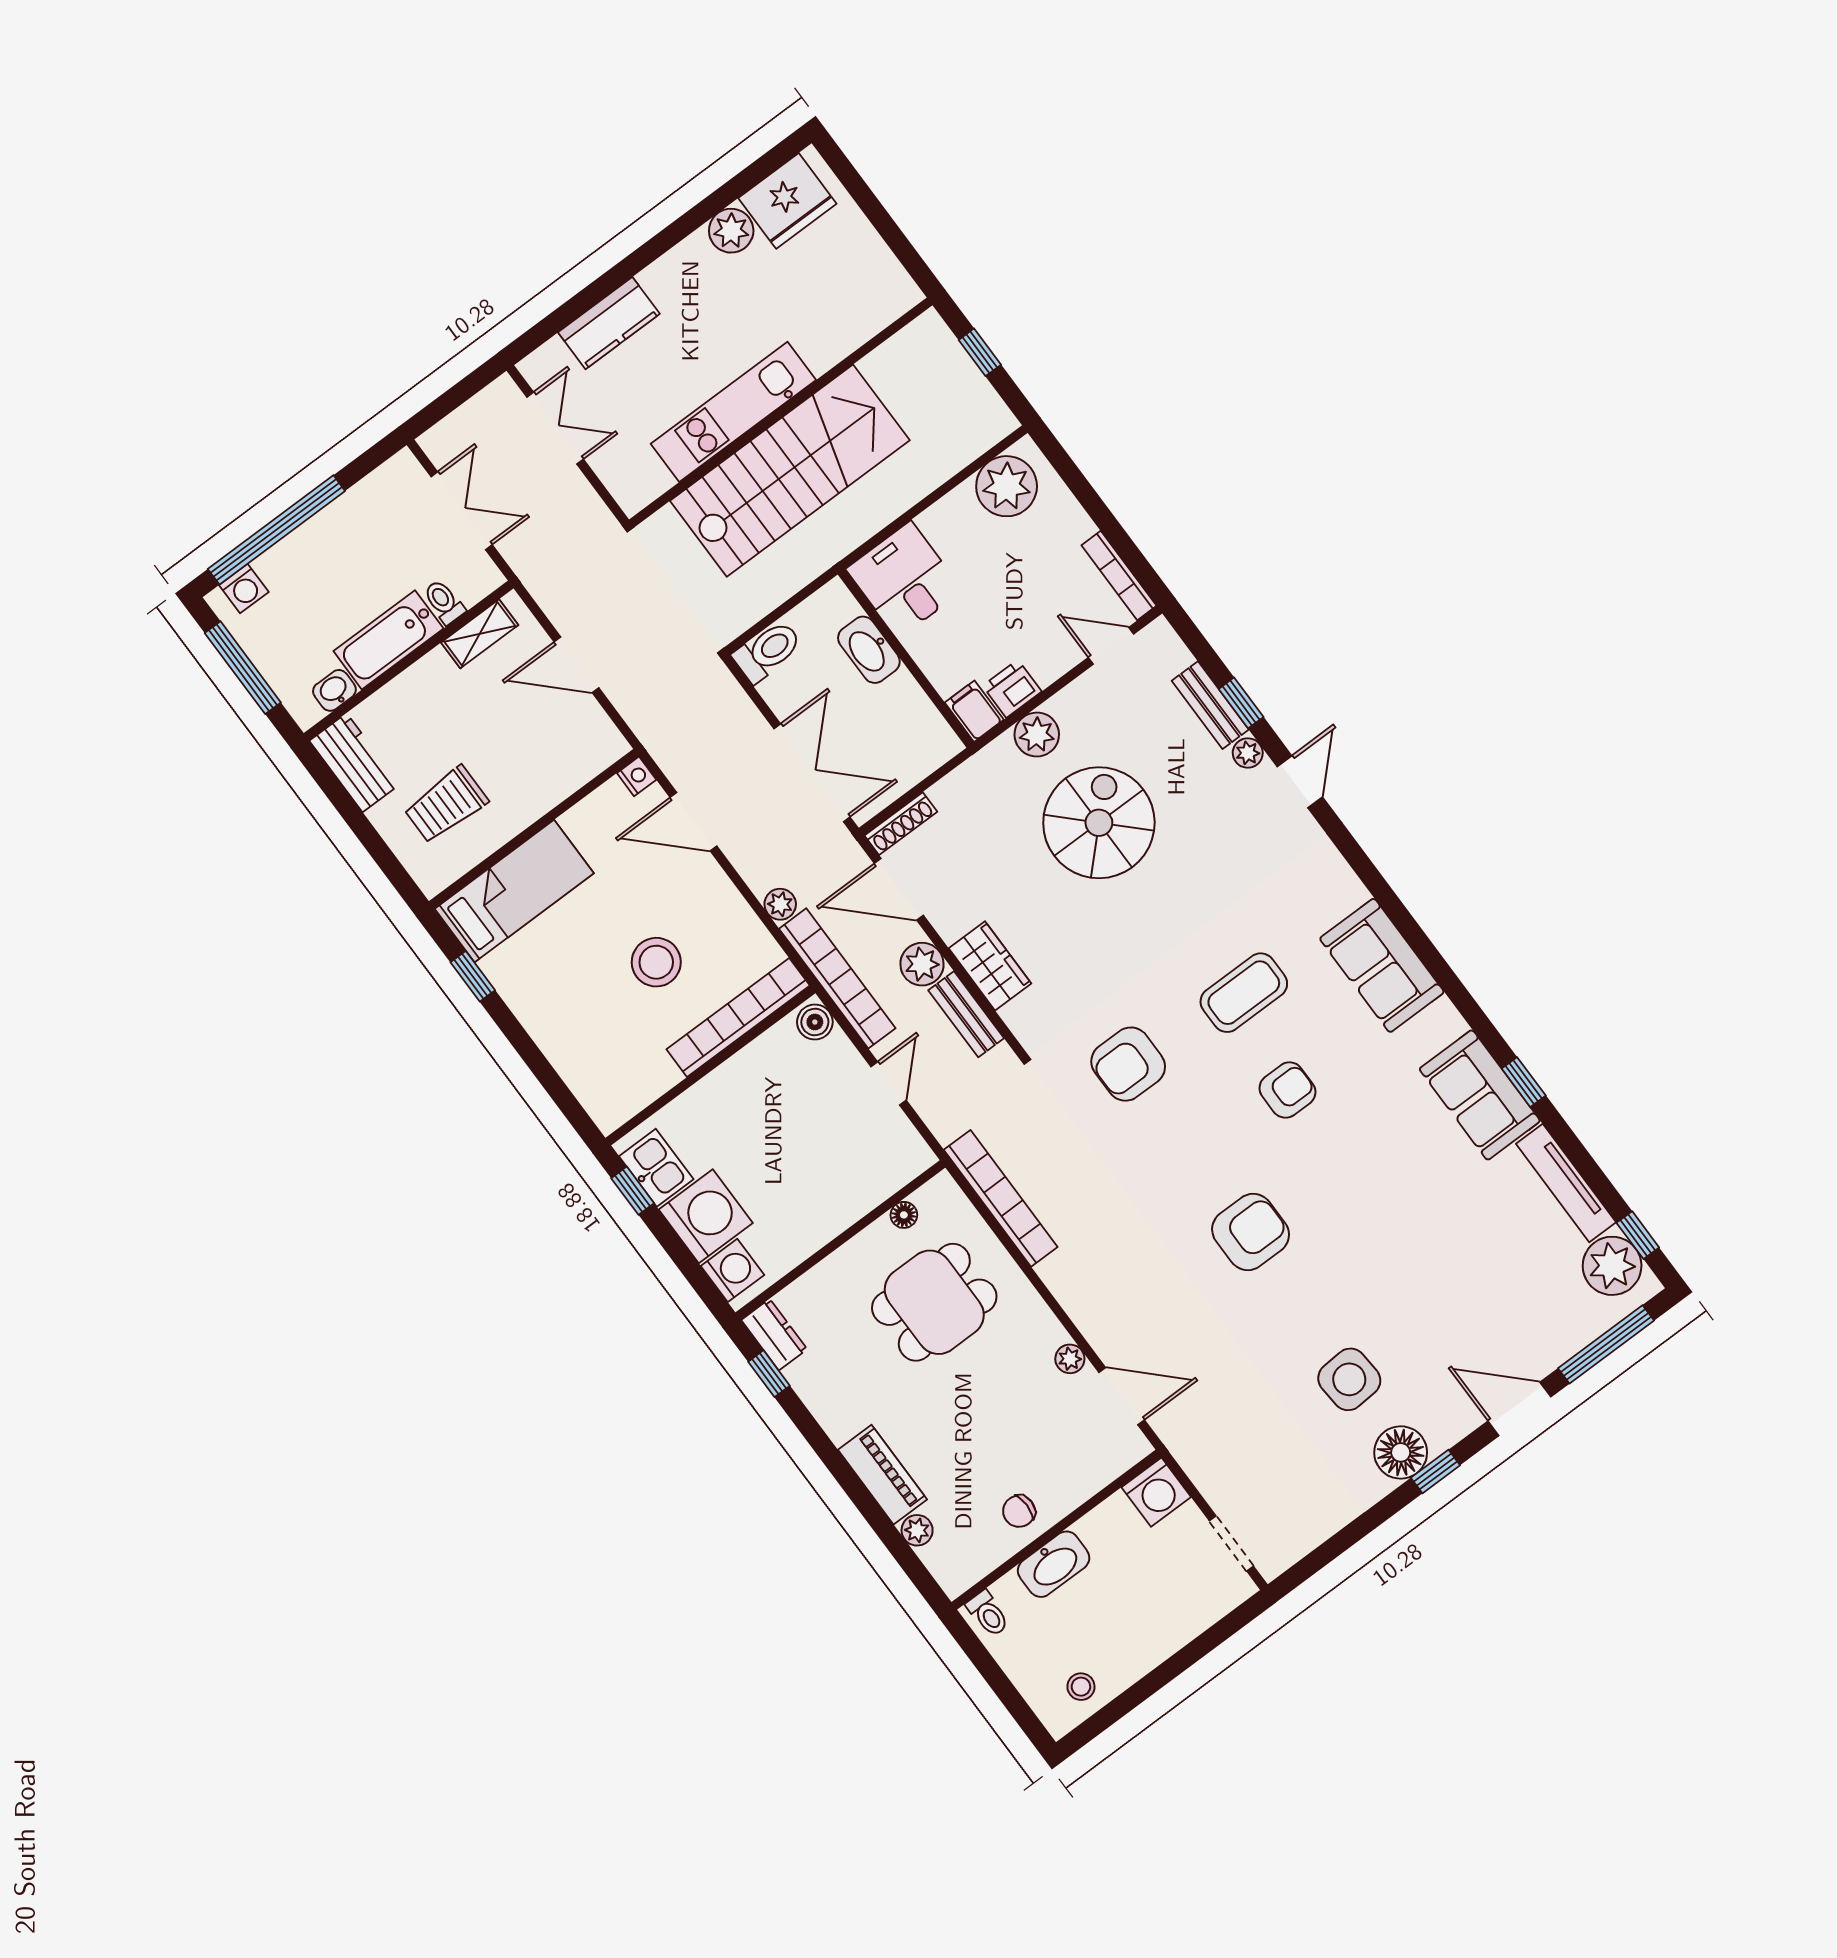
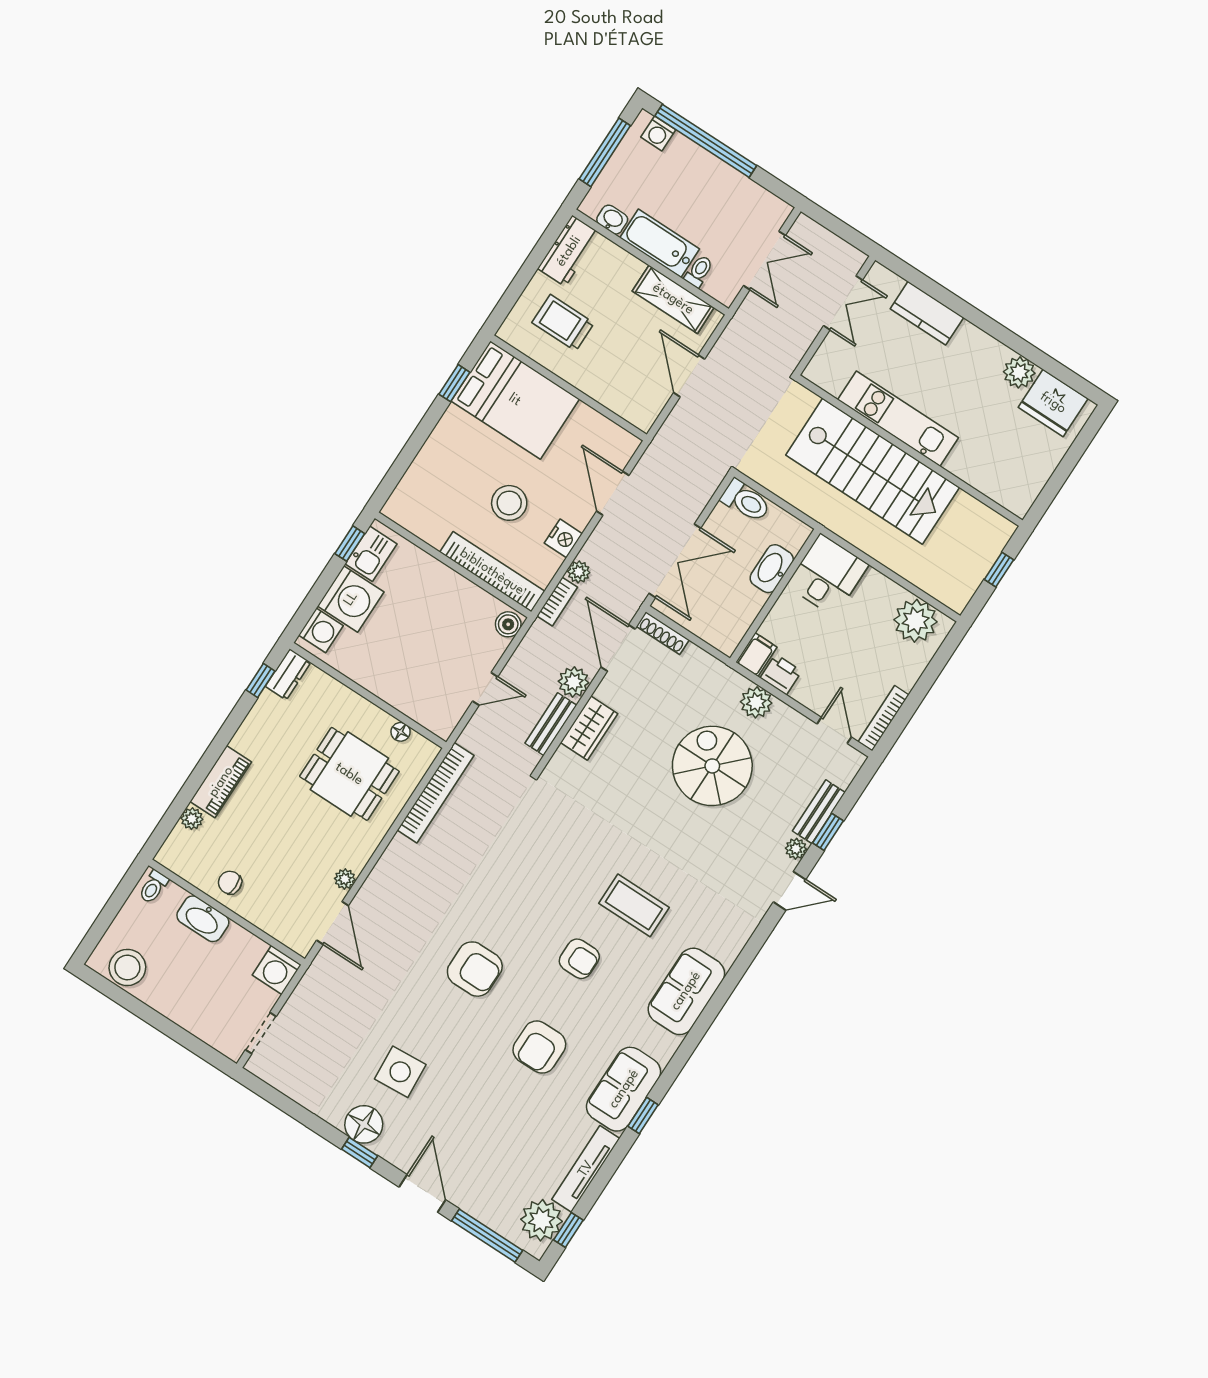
shelving: (480, 634) -> (673, 299), width x1.50, depth x1.33
nightstand: (637, 776) -> (563, 538), moved, width x1.39, depth x1.35
spiral stairs: (1099, 823) -> (712, 766), turned -90
bed: (514, 891) -> (515, 400), width x1.50
bookcase: (837, 978) -> (557, 602), width x0.43, depth x0.76
armchair: (1128, 1064) -> (539, 1047), moved, turned -90
stool: (1081, 1687) -> (127, 967), width x1.89, depth x1.89

